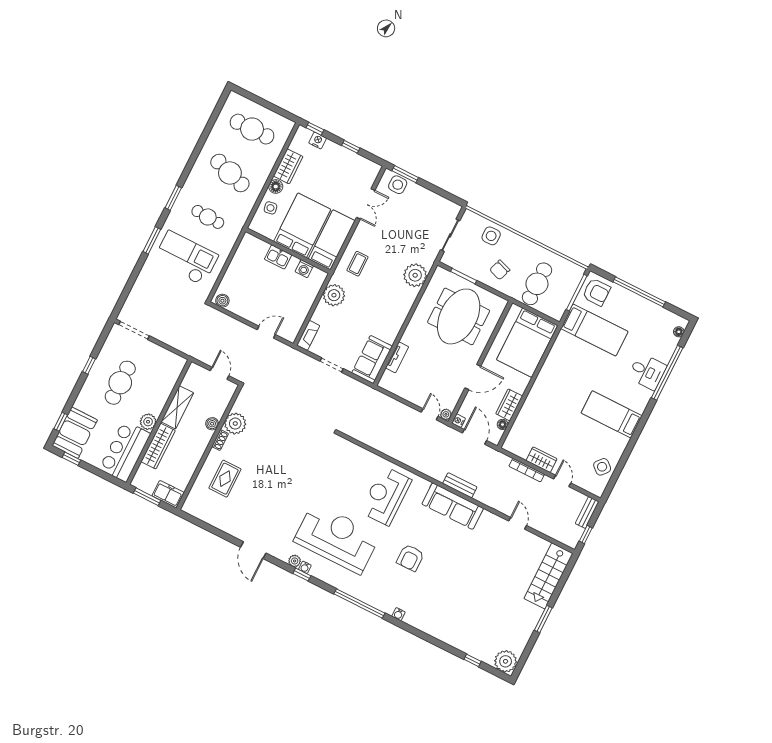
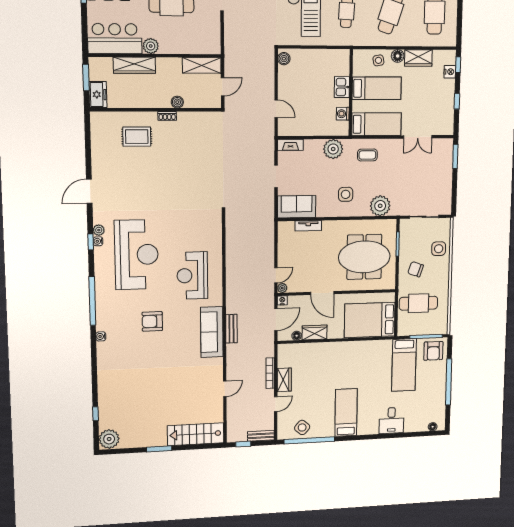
side table: (398, 185) -> (346, 194), moved
bed: (302, 225) -> (377, 88), width x0.67
window: (667, 373) -> (309, 440), moved
shelving: (177, 407) -> (202, 65), moved
plant: (235, 424) -> (188, 122), removed
reception desk: (386, 496) -> (192, 276), turned -90

